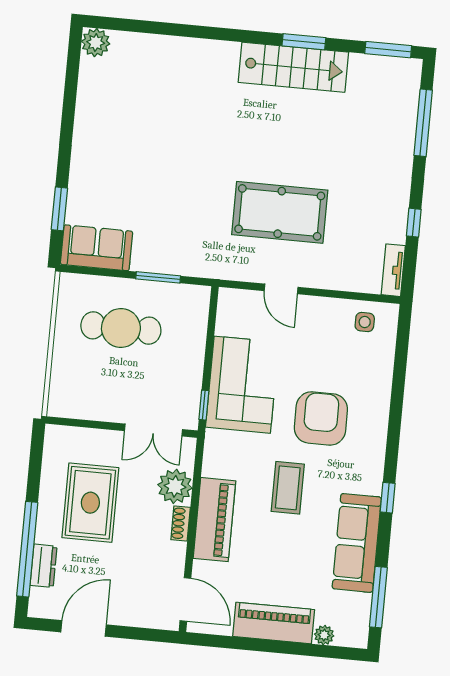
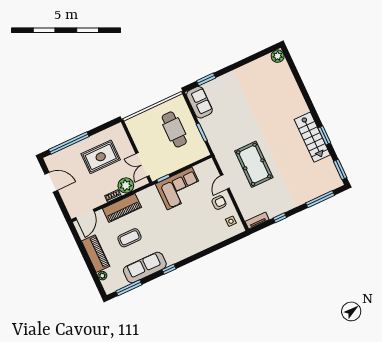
armchair: (321, 418) -> (219, 203), moved, width x0.53, depth x0.53
coffee table: (288, 488) -> (129, 238), moved
dresser: (44, 566) -> (66, 153), removed

